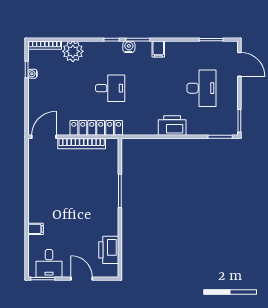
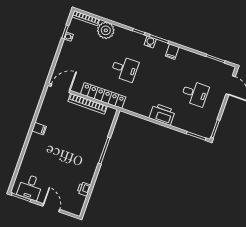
desk: (202, 88) -> (195, 93), width x0.73
filing cabinet: (36, 229) -> (39, 129), moved
printer: (109, 250) -> (84, 189), width x0.53, depth x0.68

